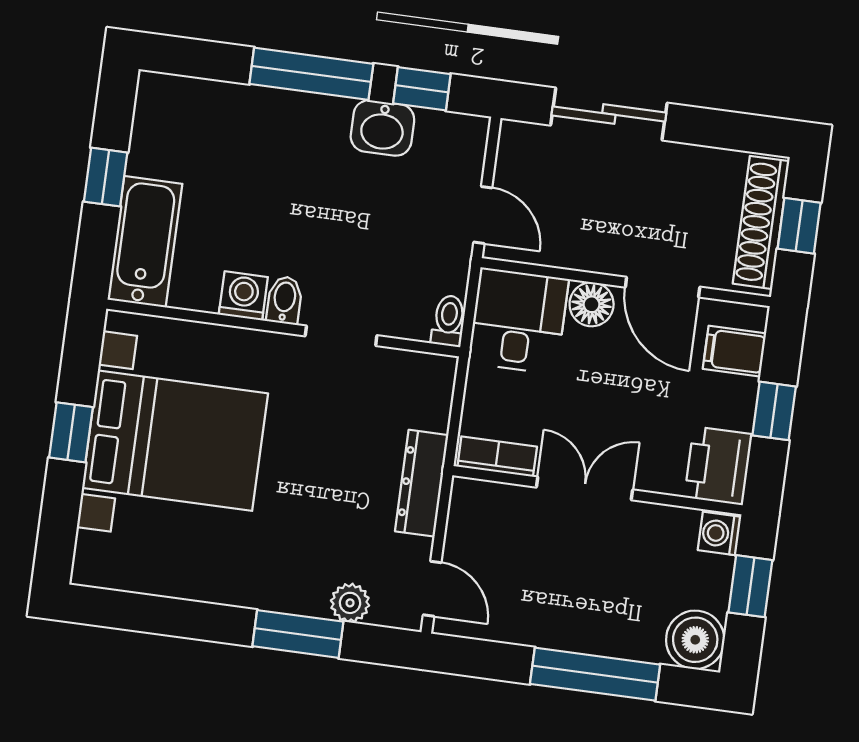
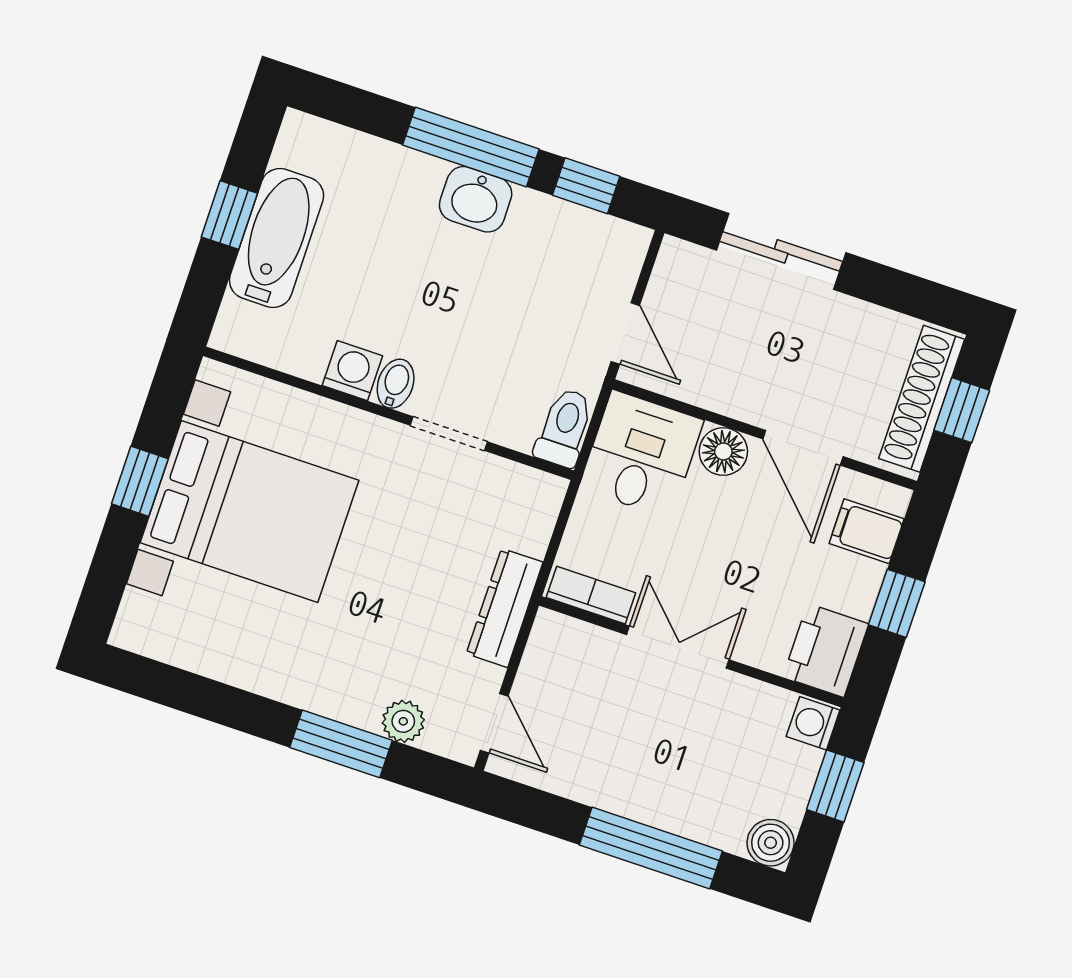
washbasin: (382, 128) -> (476, 199), moved
bathtub: (145, 242) -> (277, 238), moved
toilet: (449, 321) -> (564, 428), width x1.37, depth x1.39
boiler: (695, 640) -> (771, 843), width x0.73, depth x0.73

